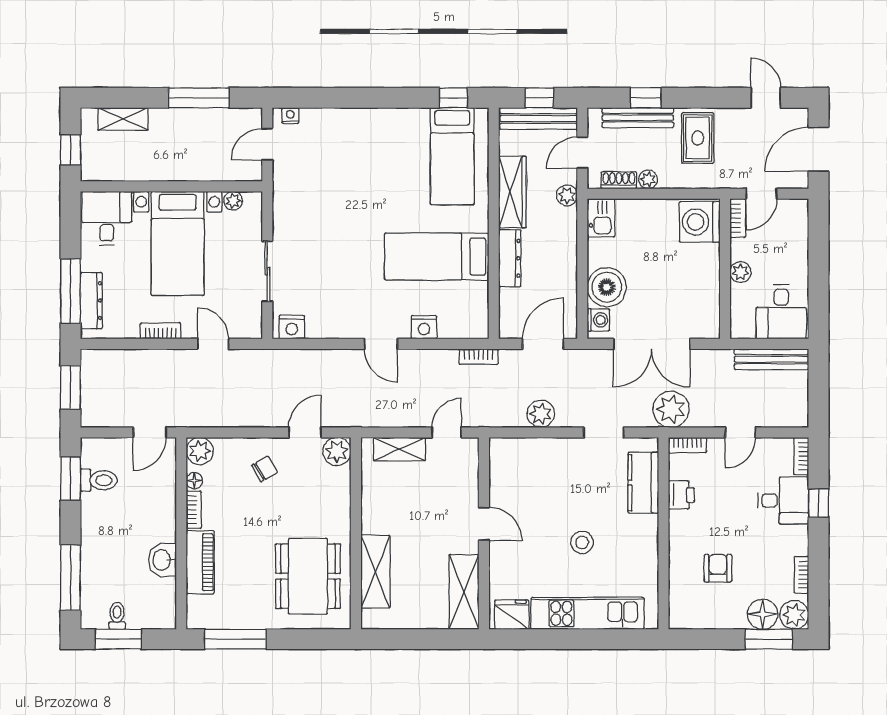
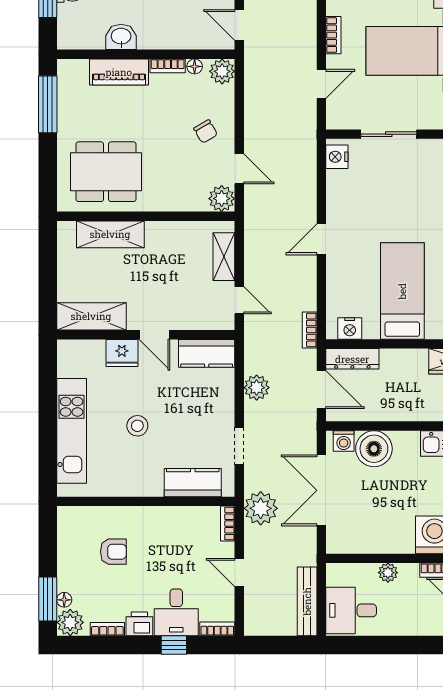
dresser: (510, 258) -> (352, 359), moved
nightstand: (424, 327) -> (350, 328), moved, turned -90
kitchen counter: (504, 468) -> (207, 353), added
printer: (681, 495) -> (139, 624), moved, turned 180
door: (484, 524) -> (154, 335), hinge flipped
floor lamp: (763, 614) -> (64, 600), width x0.53, depth x0.53
fridge: (512, 615) -> (122, 353), moved, turned 90

